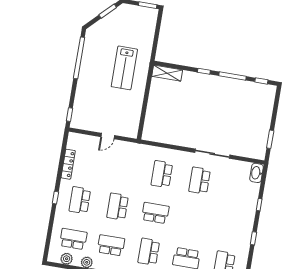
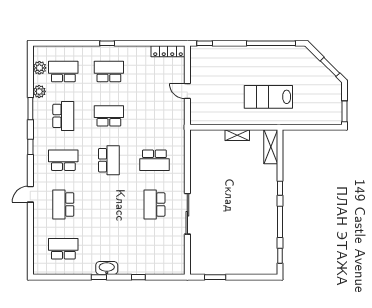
shelving: (153, 100) -> (237, 135), added
locker: (68, 164) -> (168, 51), moved
washbasin: (257, 173) -> (107, 268), moved
school desk: (162, 174) -> (154, 160), turned 180
school desk: (200, 181) -> (154, 204), turned -90
school desk: (73, 239) -> (63, 72), turned -90

